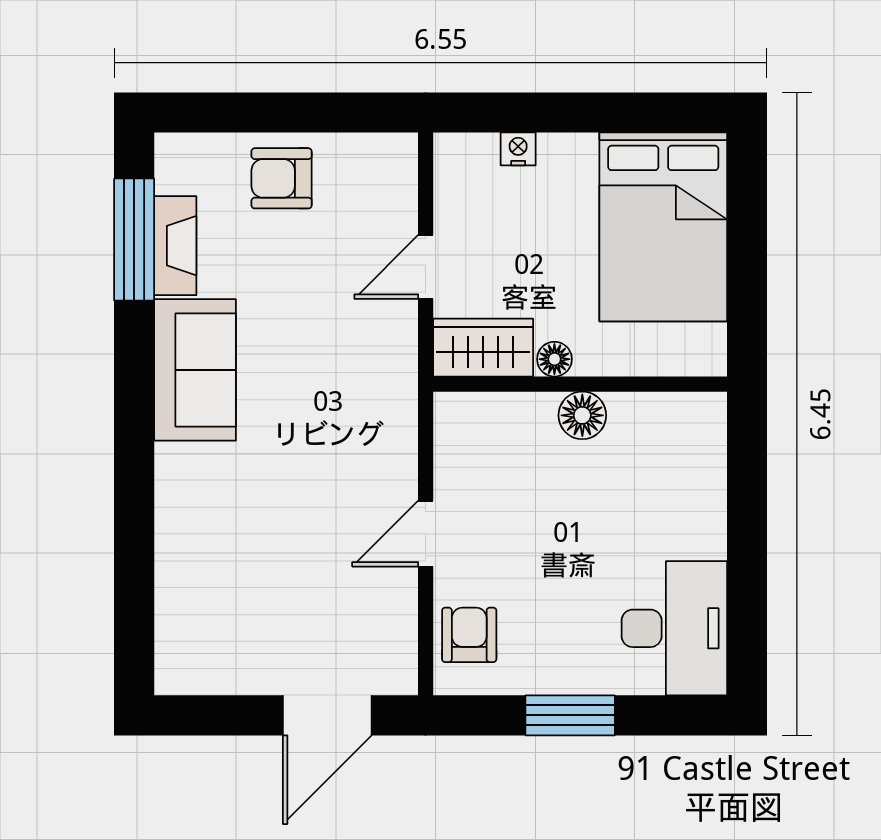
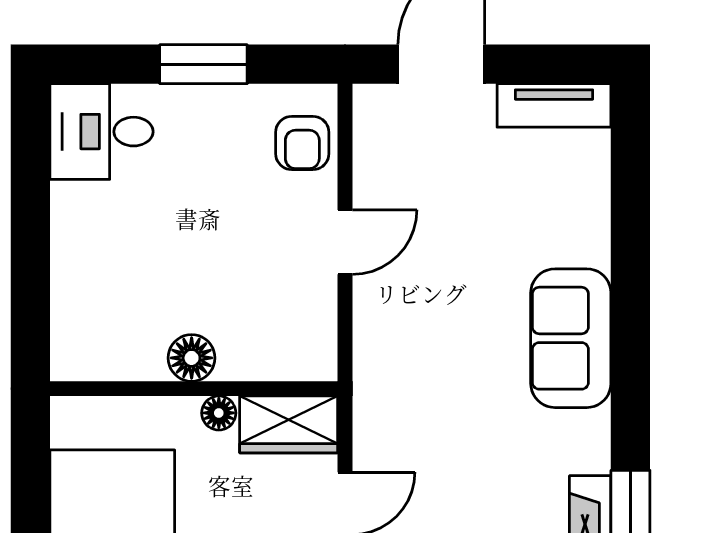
sofa: (195, 370) -> (571, 338), moved
desk: (674, 628) -> (101, 132), width x0.73
tv unit: (212, 673) -> (554, 105), added

